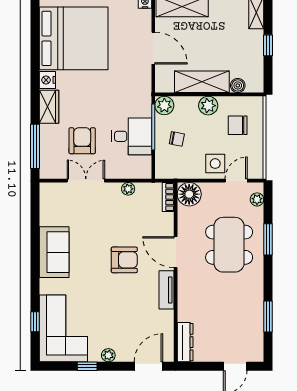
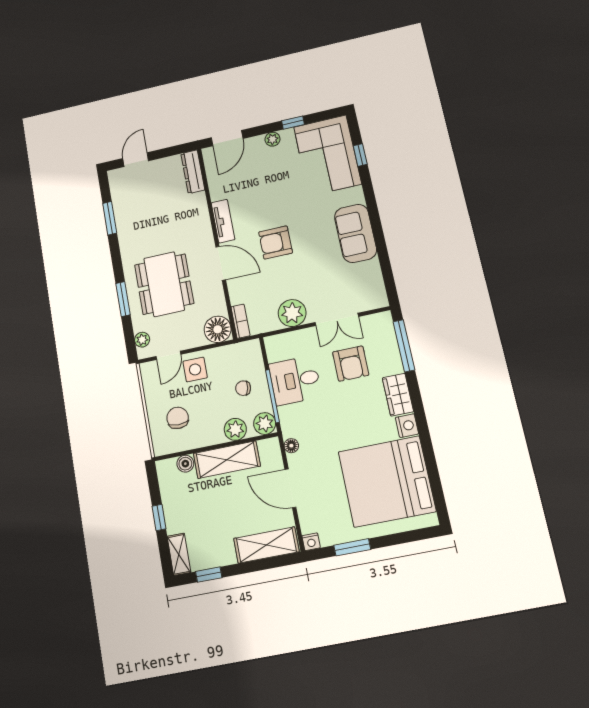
floor lamp: (146, 83) -> (291, 446), added
plant: (208, 106) -> (235, 429), moved
chair: (238, 125) -> (178, 418), turned -90
plant: (128, 189) -> (292, 313), width x1.87, depth x1.87

